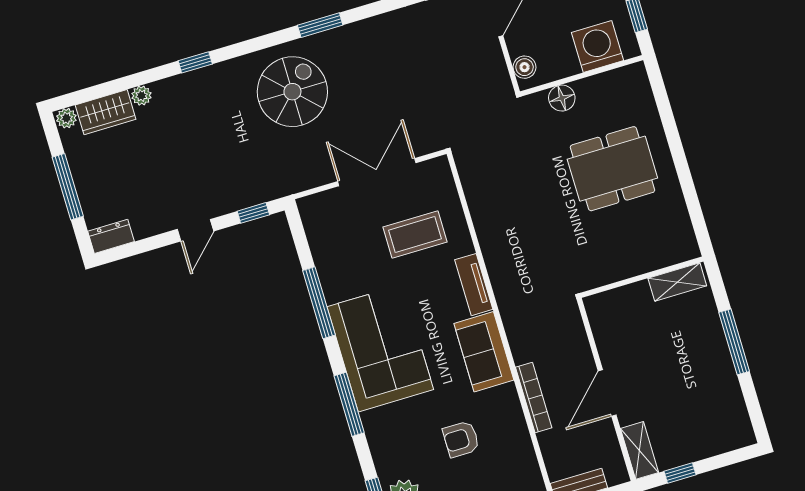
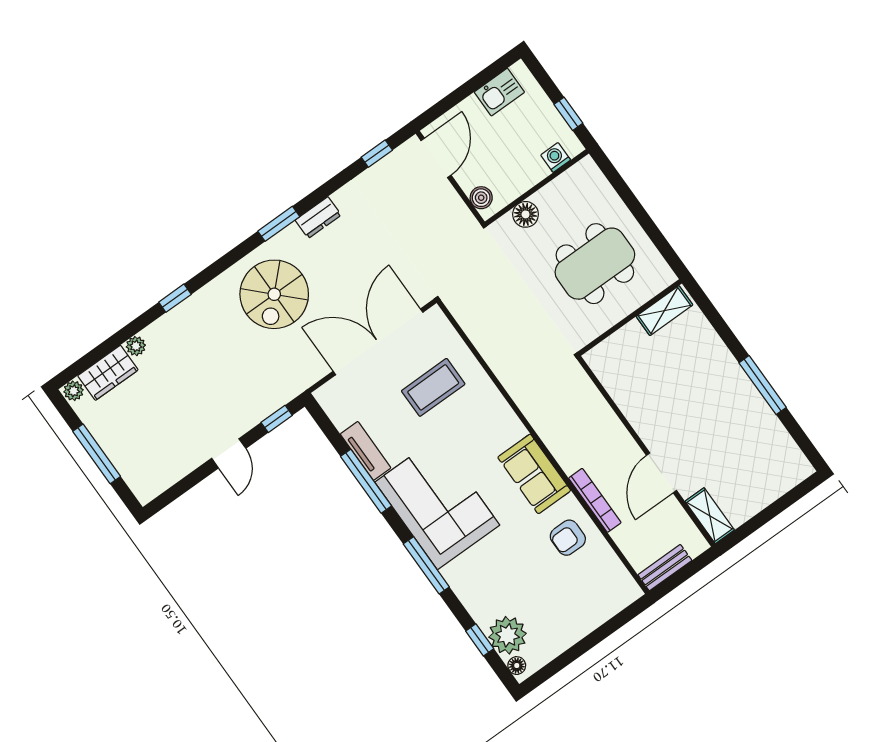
washing machine: (598, 46) -> (556, 157), width x0.53, depth x0.53
spiral stairs: (292, 92) -> (274, 294), turned 180
double door: (377, 172) -> (378, 342), width x1.36
dresser: (111, 236) -> (318, 218), moved, turned 180
wall: (642, 277) -> (630, 318), moved
shelving: (677, 282) -> (664, 311), moved
tv unit: (474, 285) -> (366, 451), moved, turned 180
armchair: (461, 439) -> (568, 538), moved
window: (680, 473) -> (754, 524), removed

